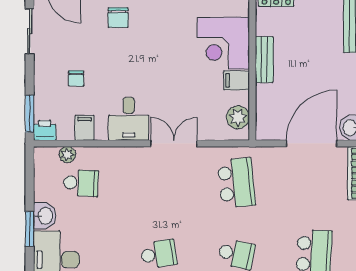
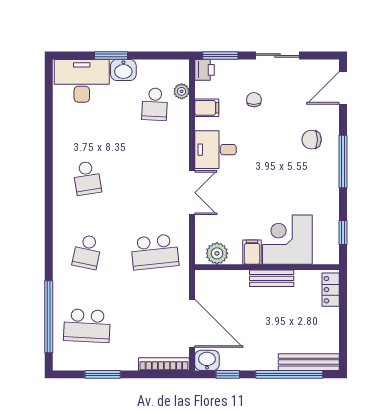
sliding door: (30, 31) -> (278, 55), moved
chair: (76, 78) -> (254, 100), turned 90

